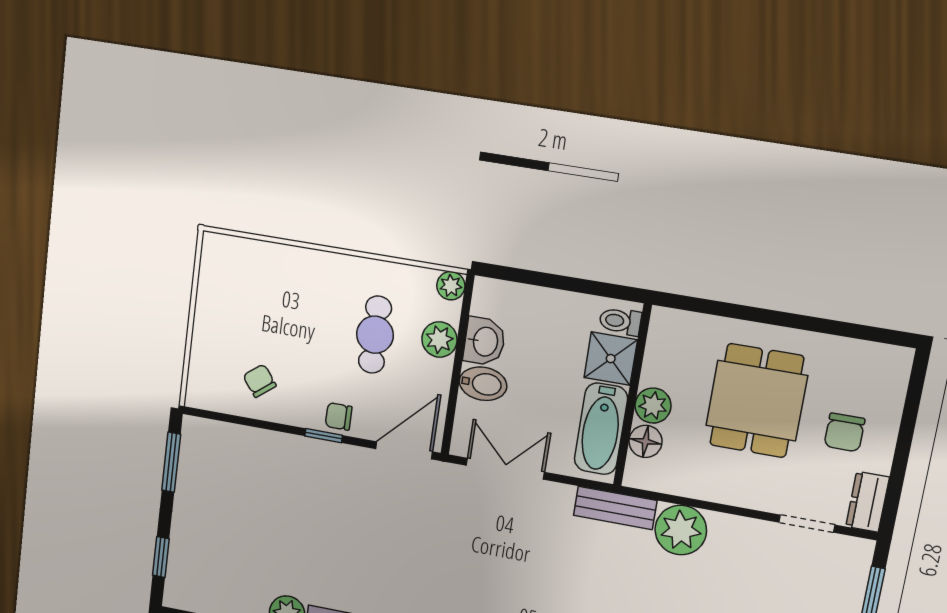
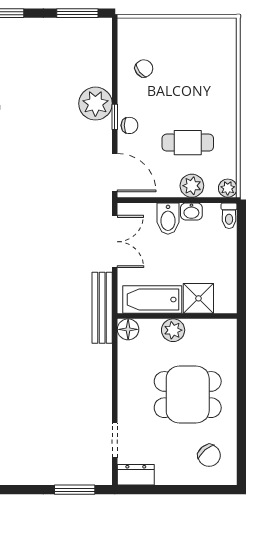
toilet: (620, 321) -> (229, 216), moved, turned 180
washbasin: (484, 341) -> (191, 211), width x0.72, depth x0.69
chair: (339, 416) -> (129, 125), turned 90
chair: (844, 432) -> (209, 455), moved, turned -130
floor lamp: (646, 441) -> (128, 329), moved
bench: (615, 508) -> (102, 308), width x1.36
plant: (681, 530) -> (95, 104), moved

